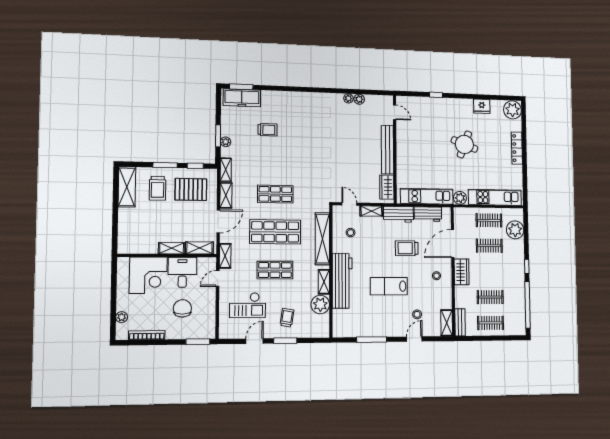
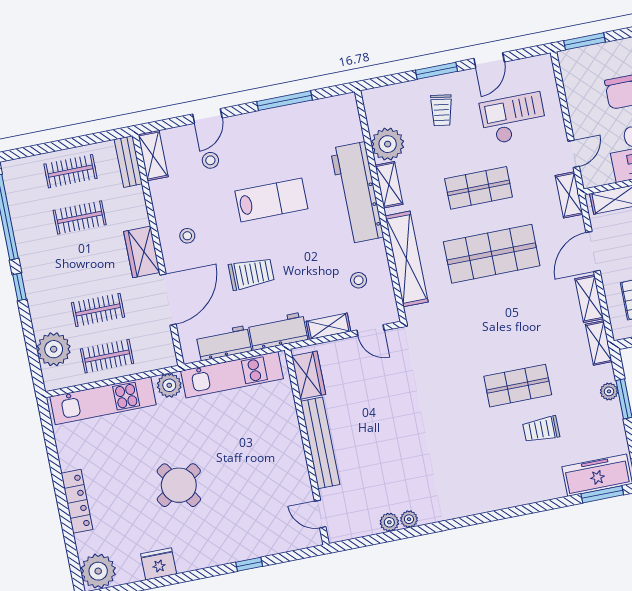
round table: (464, 144) -> (179, 485), turned 35
shop shelf: (275, 194) -> (518, 386), moved

